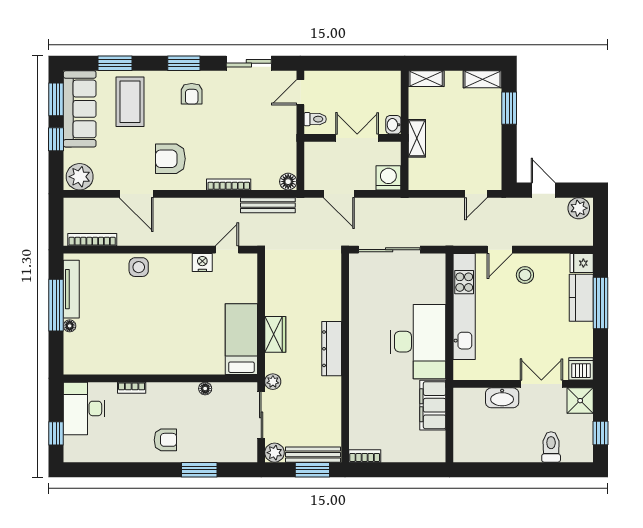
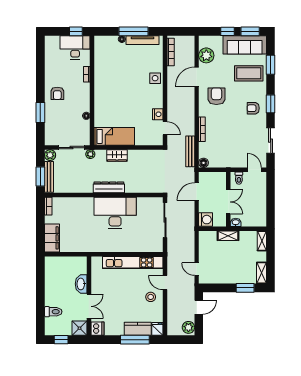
plant: (80, 177) -> (206, 55), moved
desk: (418, 342) -> (115, 213), moved, turned 180
filing cabinet: (433, 405) -> (52, 238), moved, turned 90
window: (56, 433) -> (76, 31), moved

